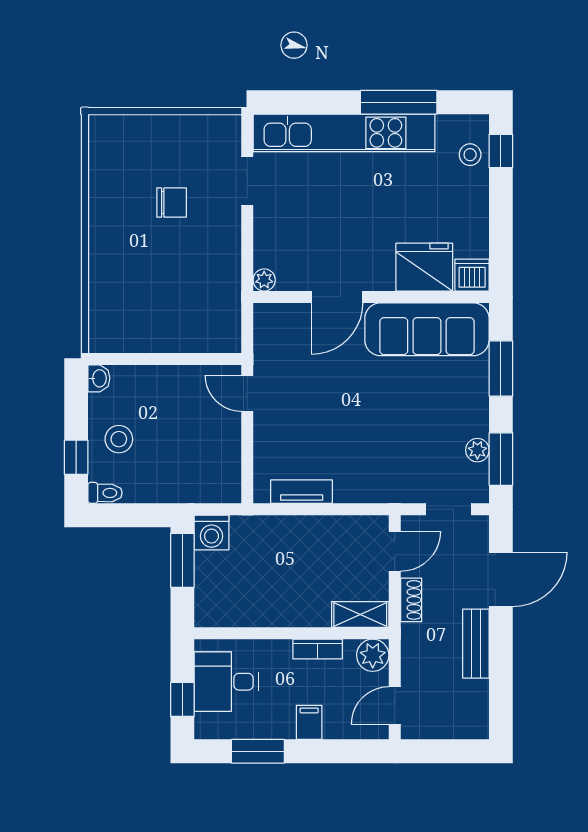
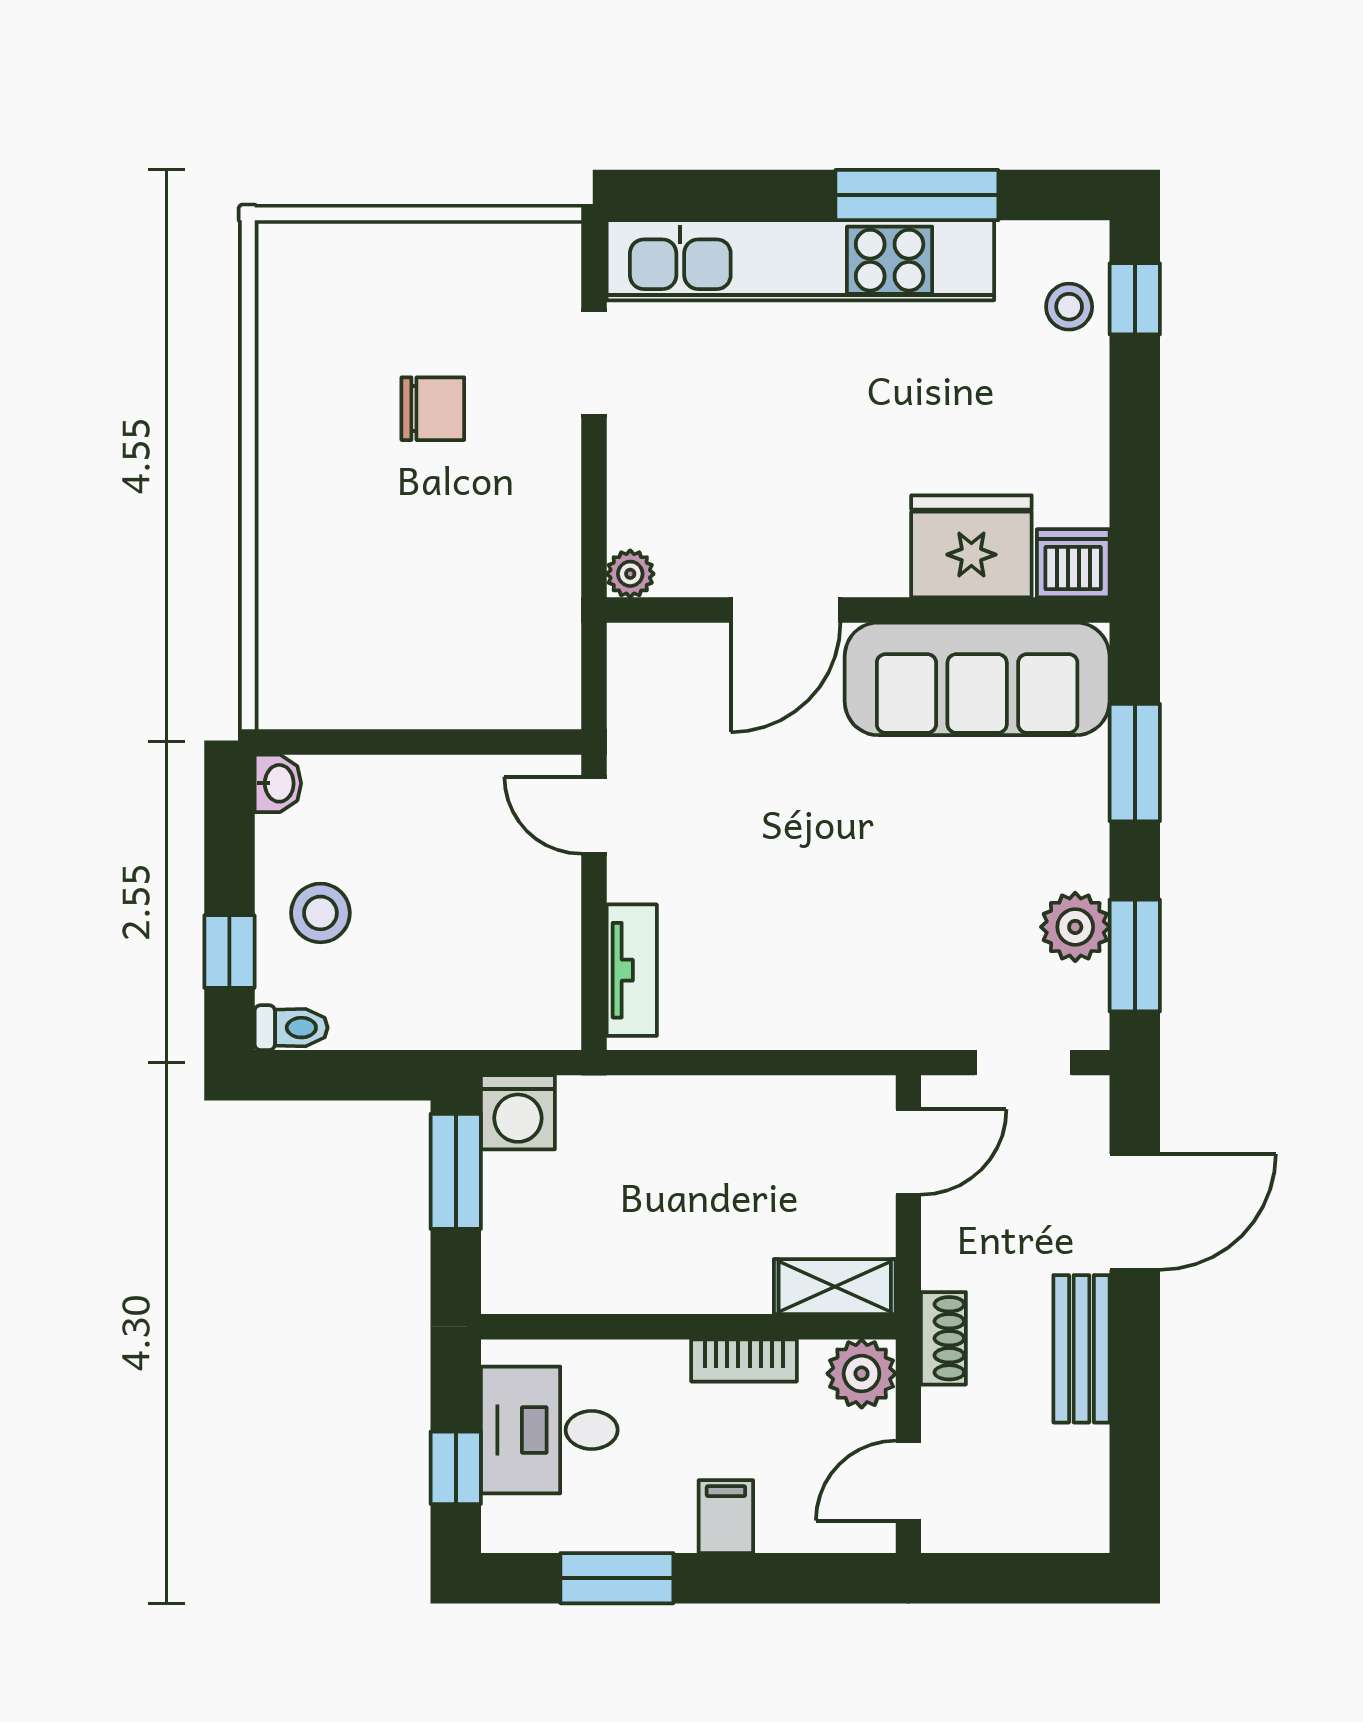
plant: (477, 450) -> (1075, 927), width x1.38, depth x1.38
tv unit: (302, 492) -> (632, 970), moved, turned 90
shoe rack: (411, 600) -> (943, 1338), moved

